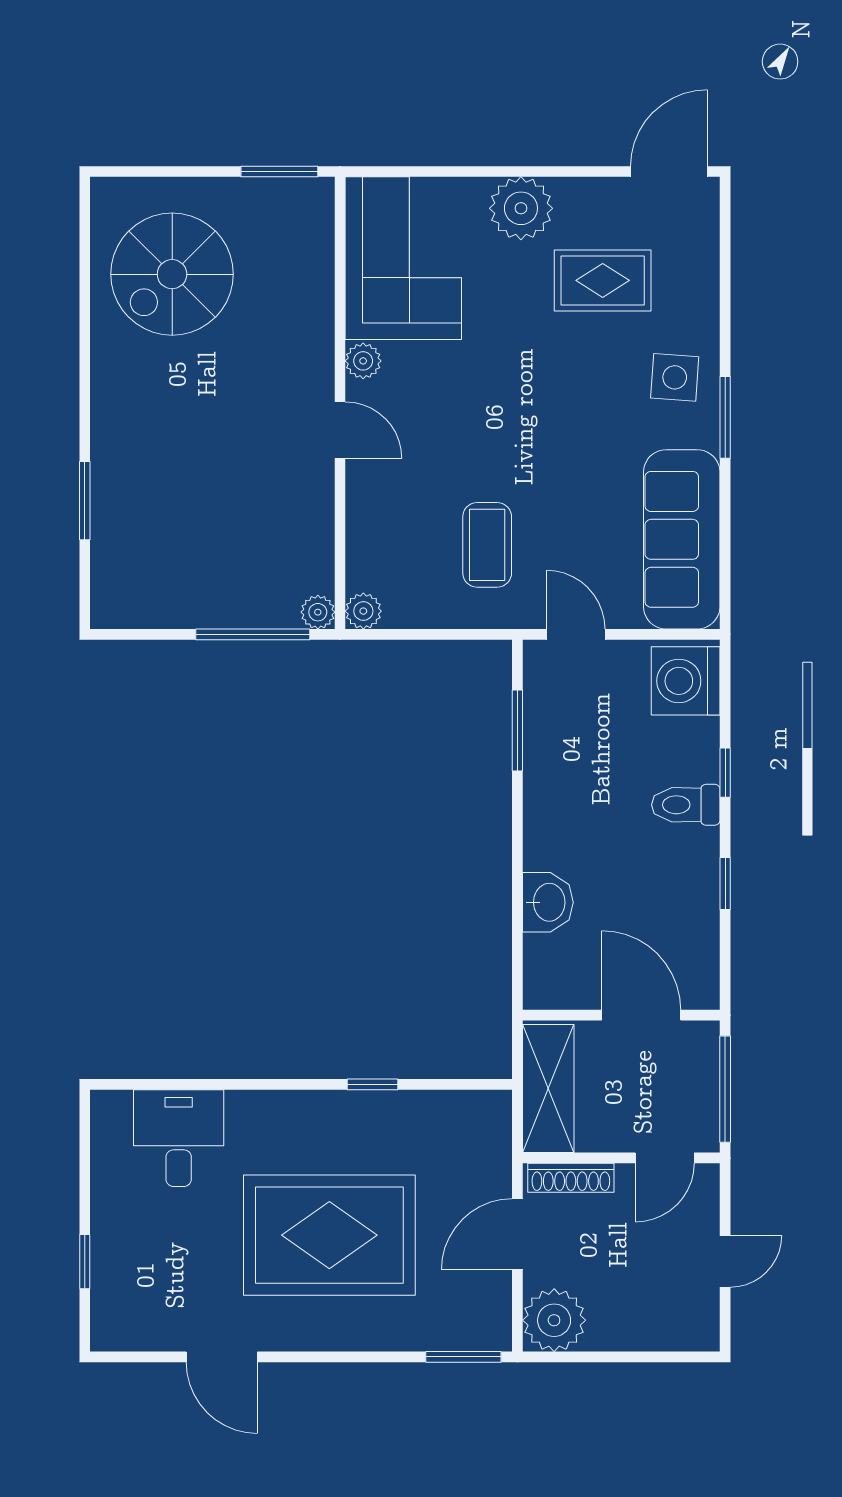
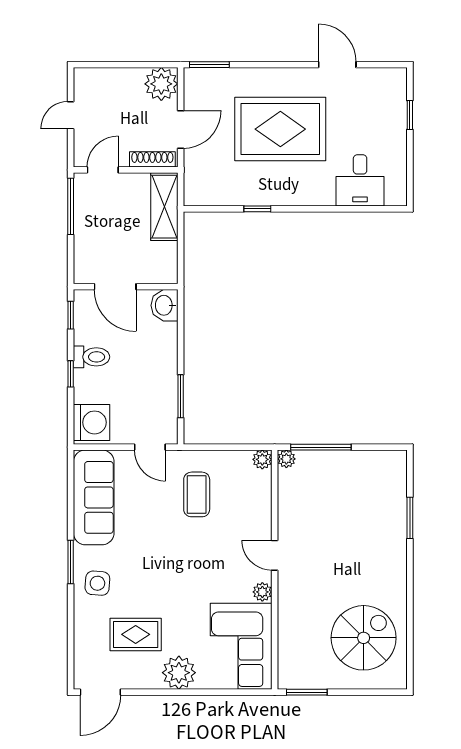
wall: (621, 1015) -> (126, 287), moved
door: (641, 1015) -> (115, 287), moved

